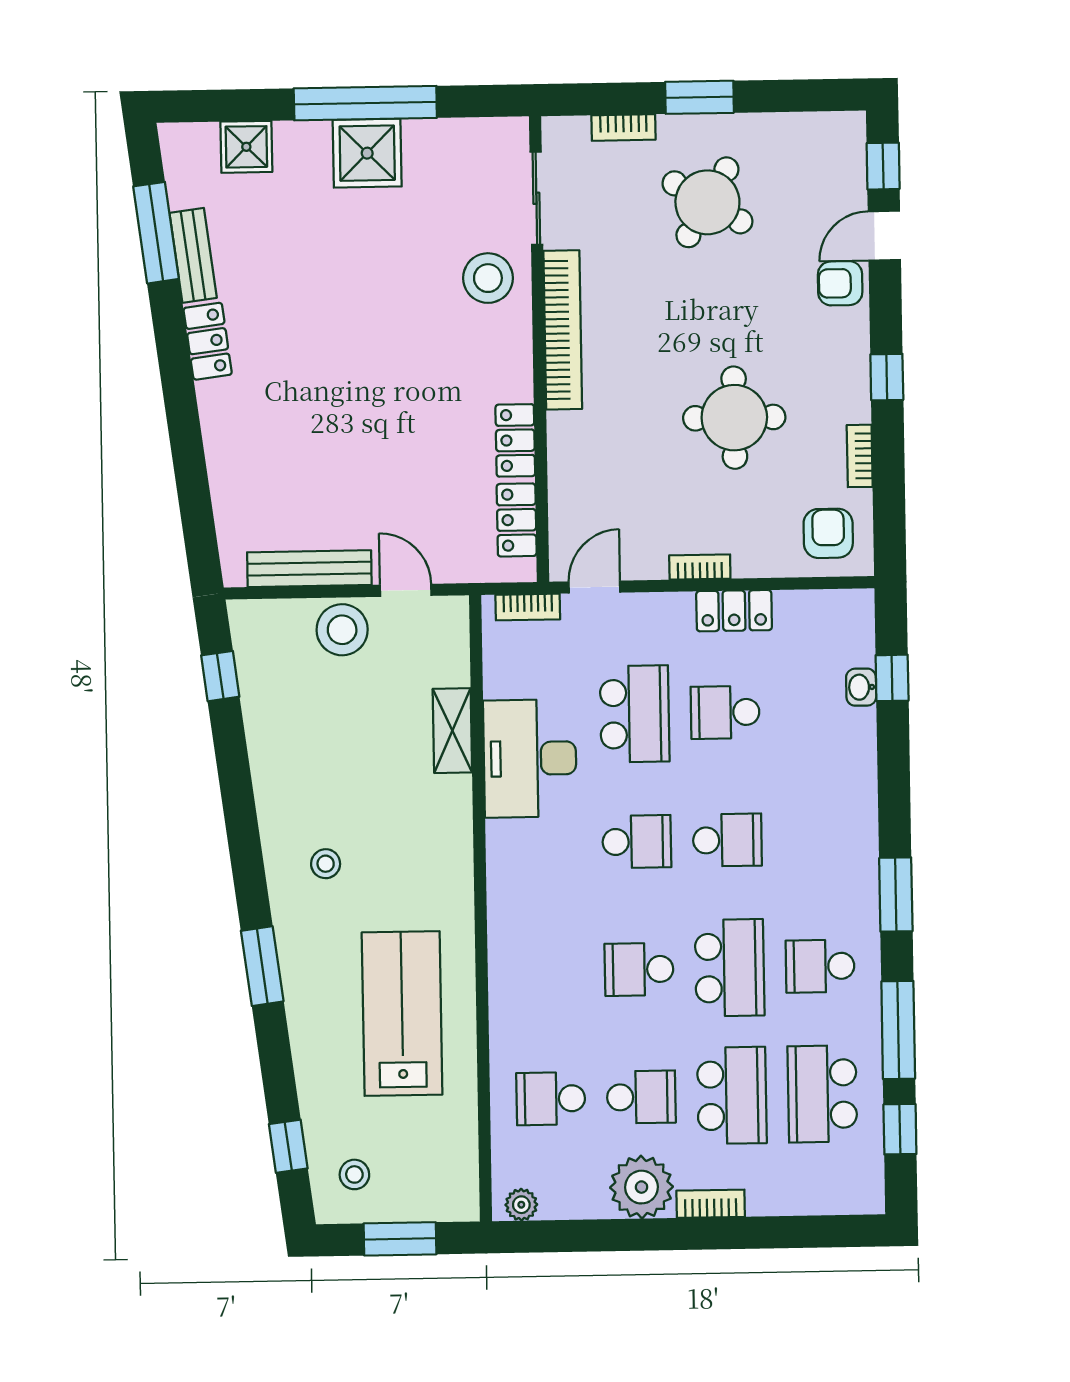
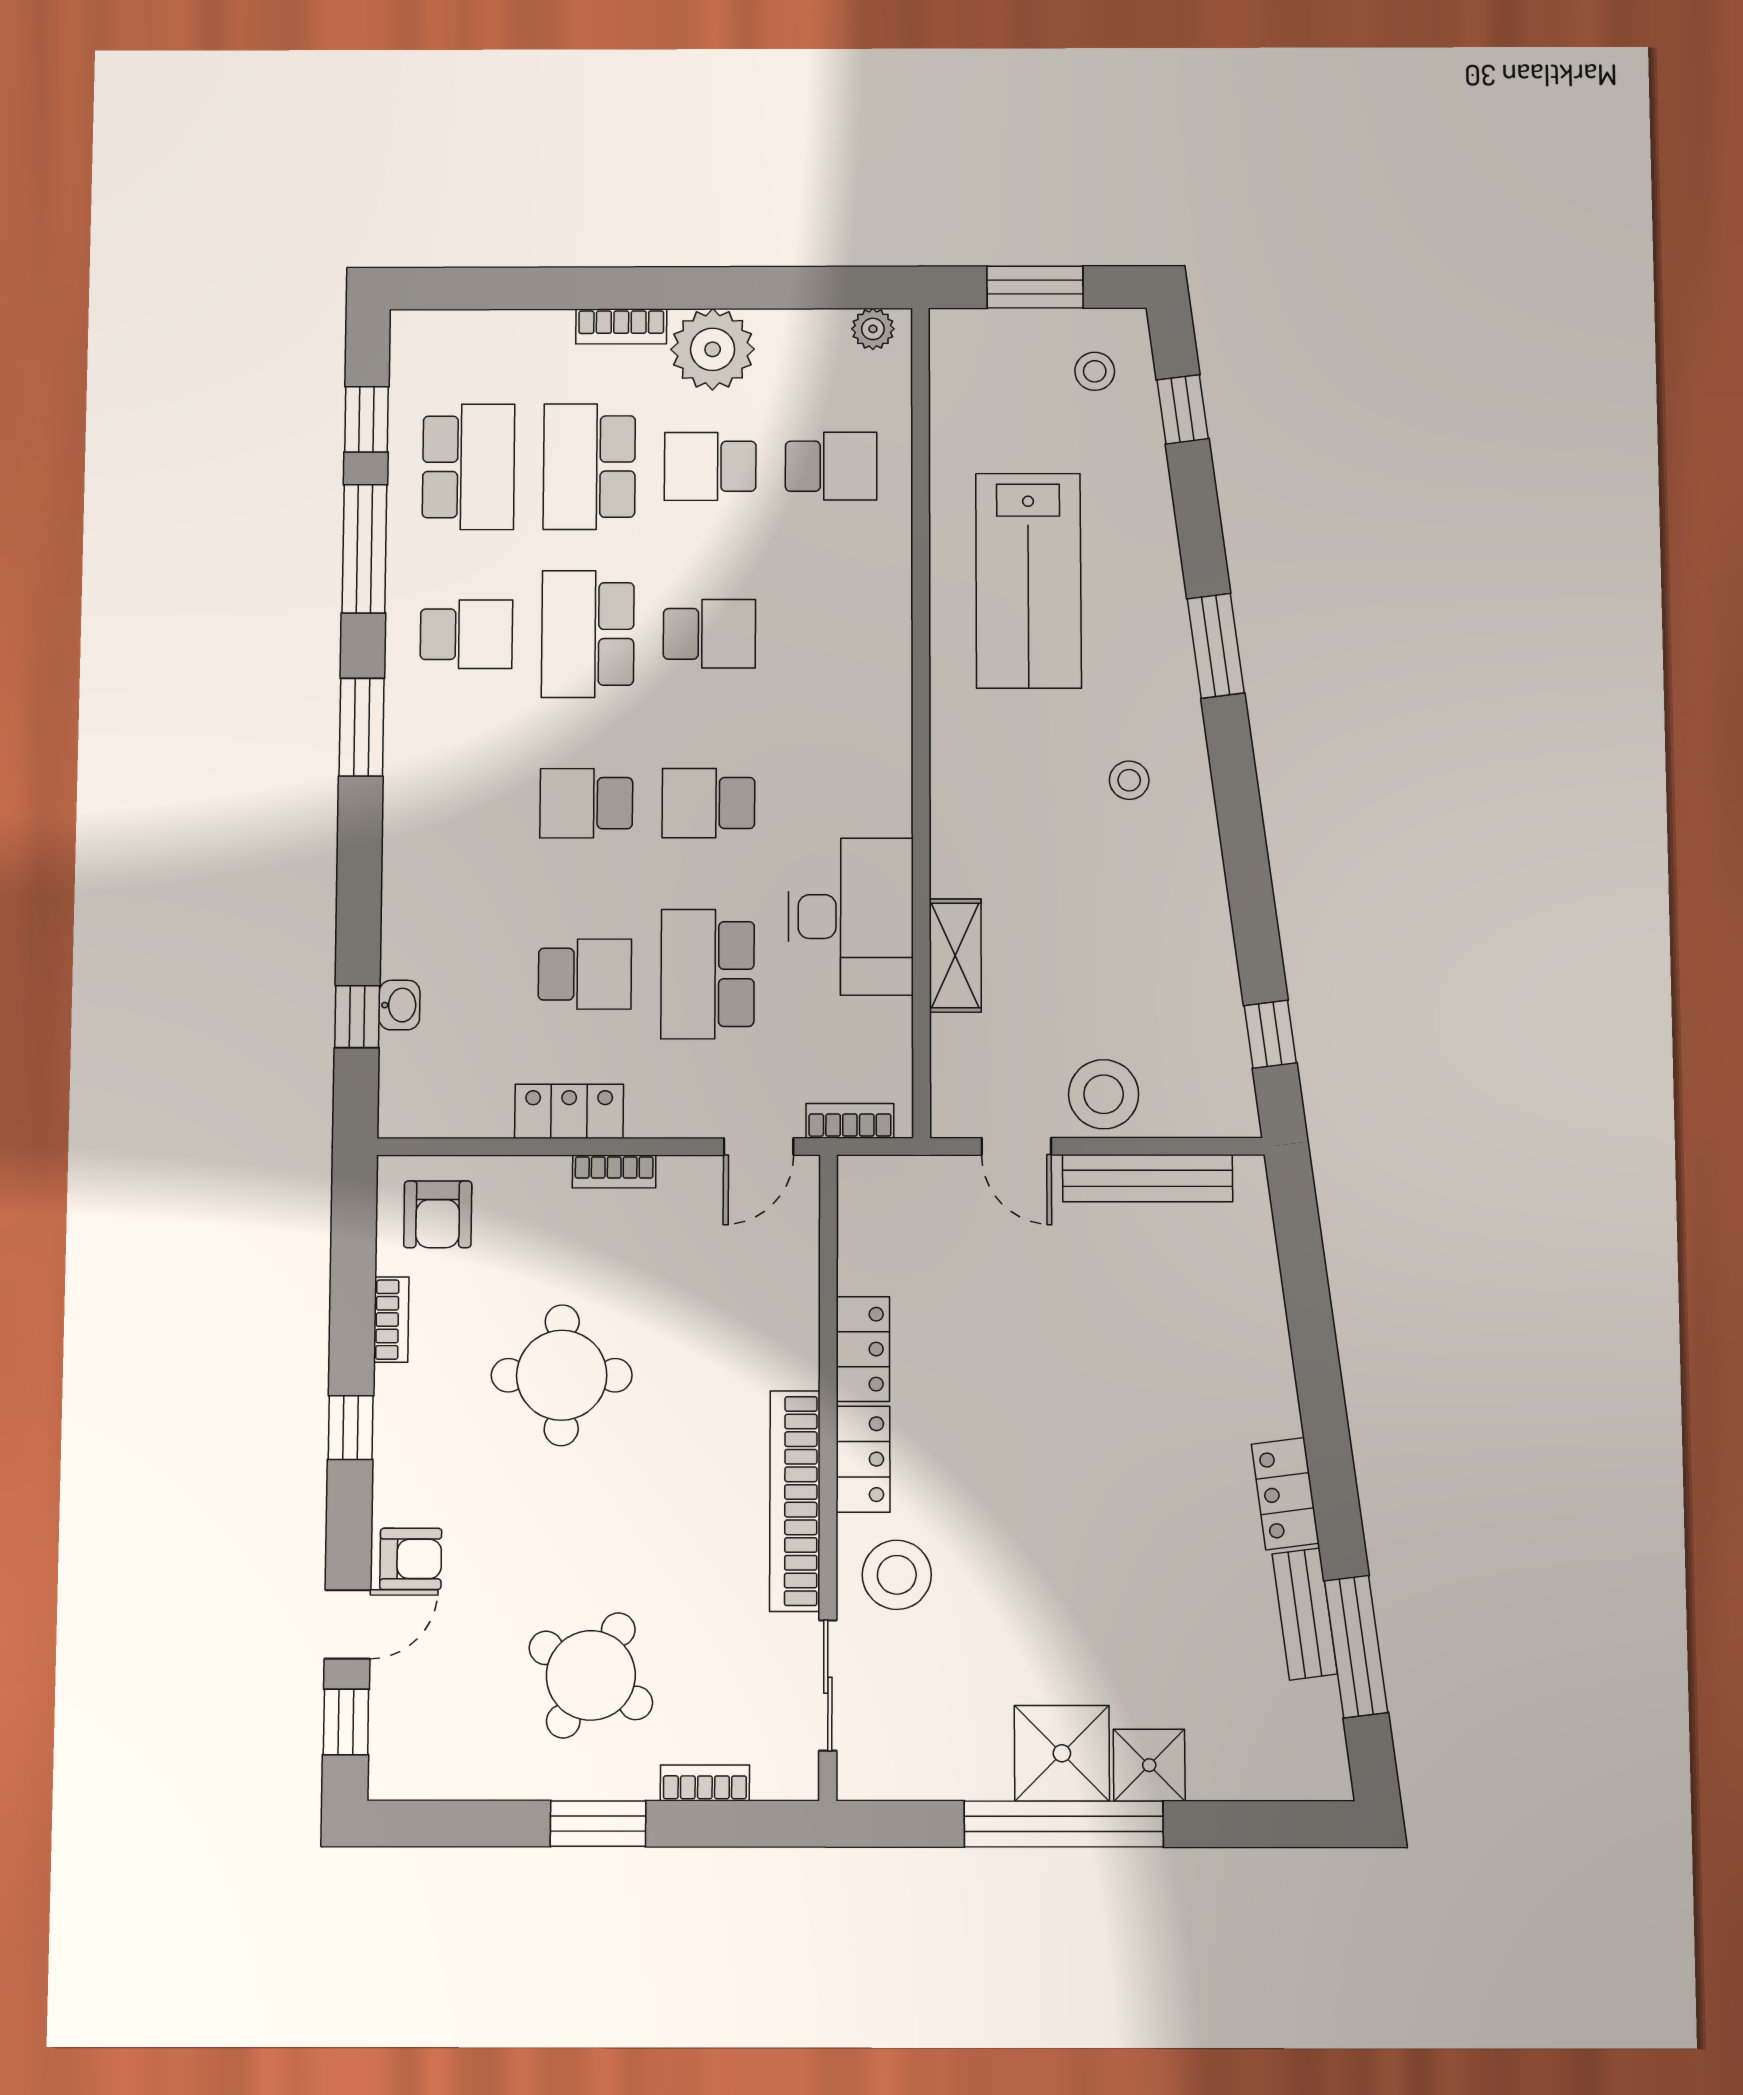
shower: (246, 147) -> (1149, 1765), moved
locker: (517, 520) -> (863, 1459), moved

